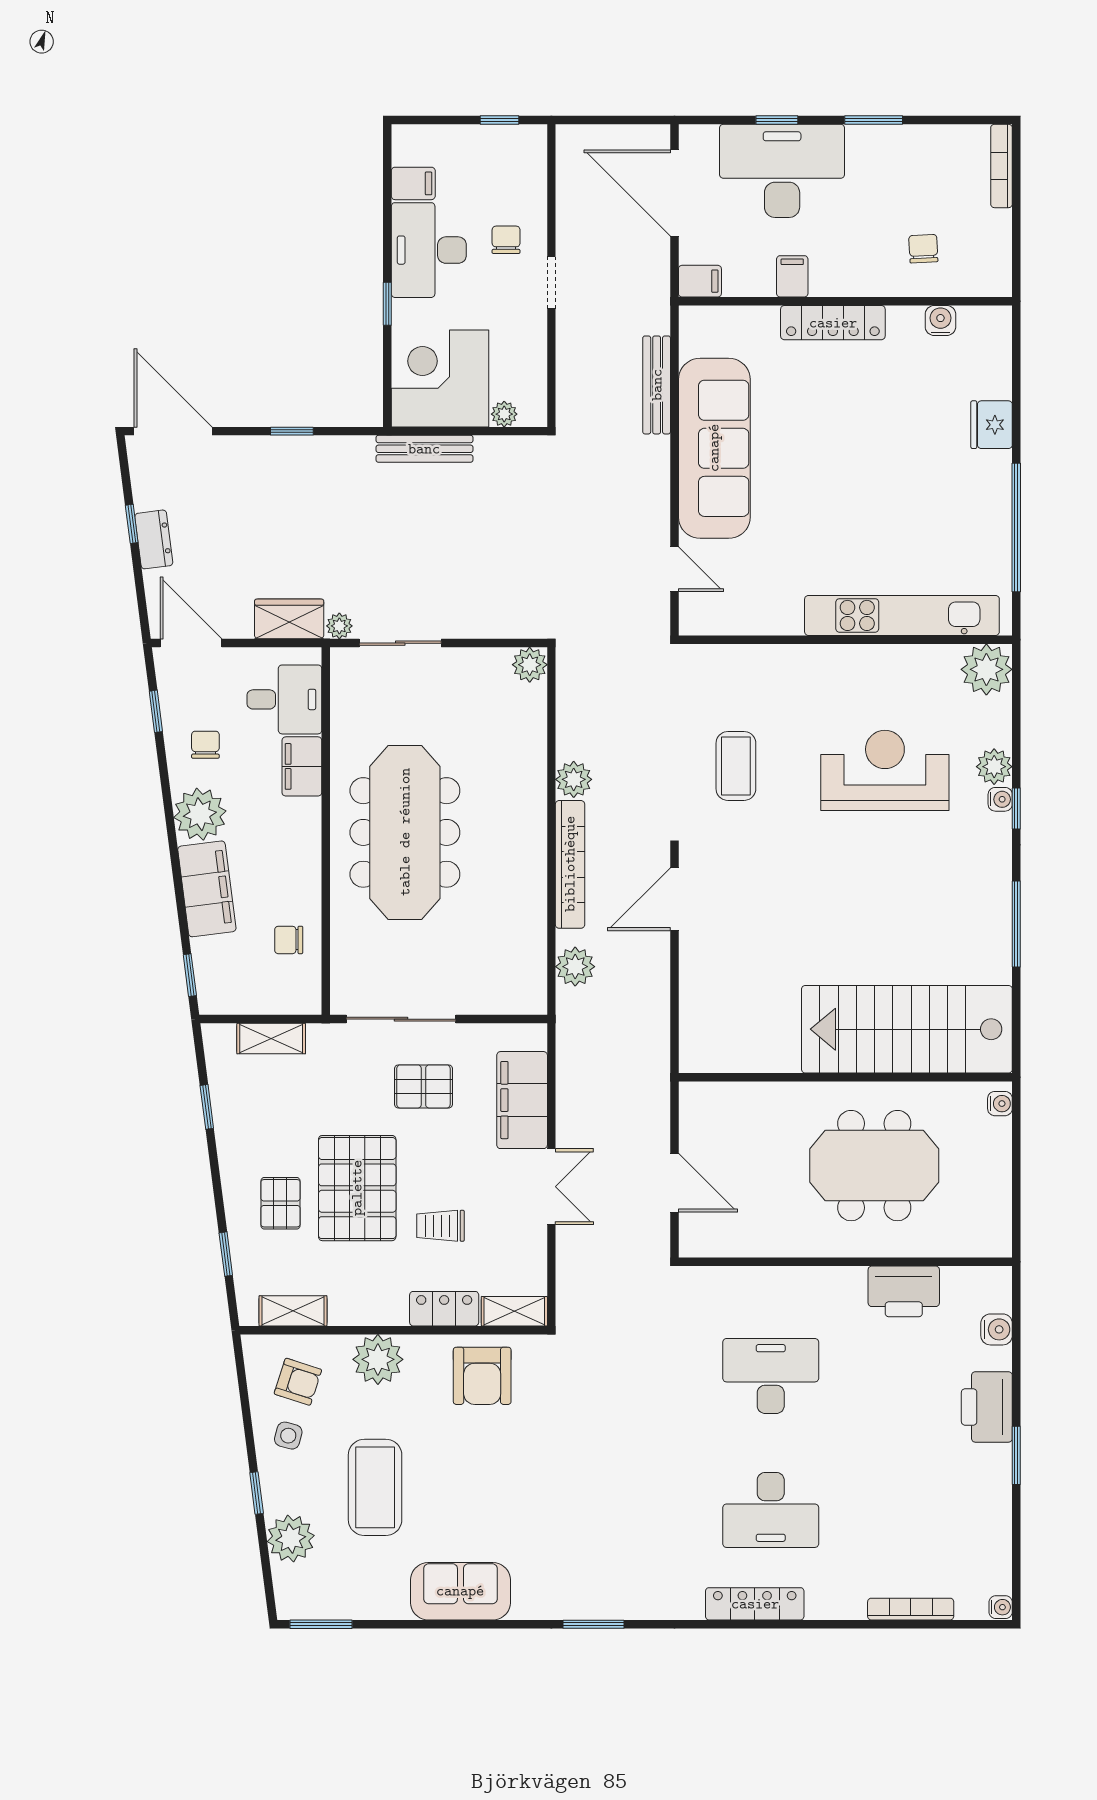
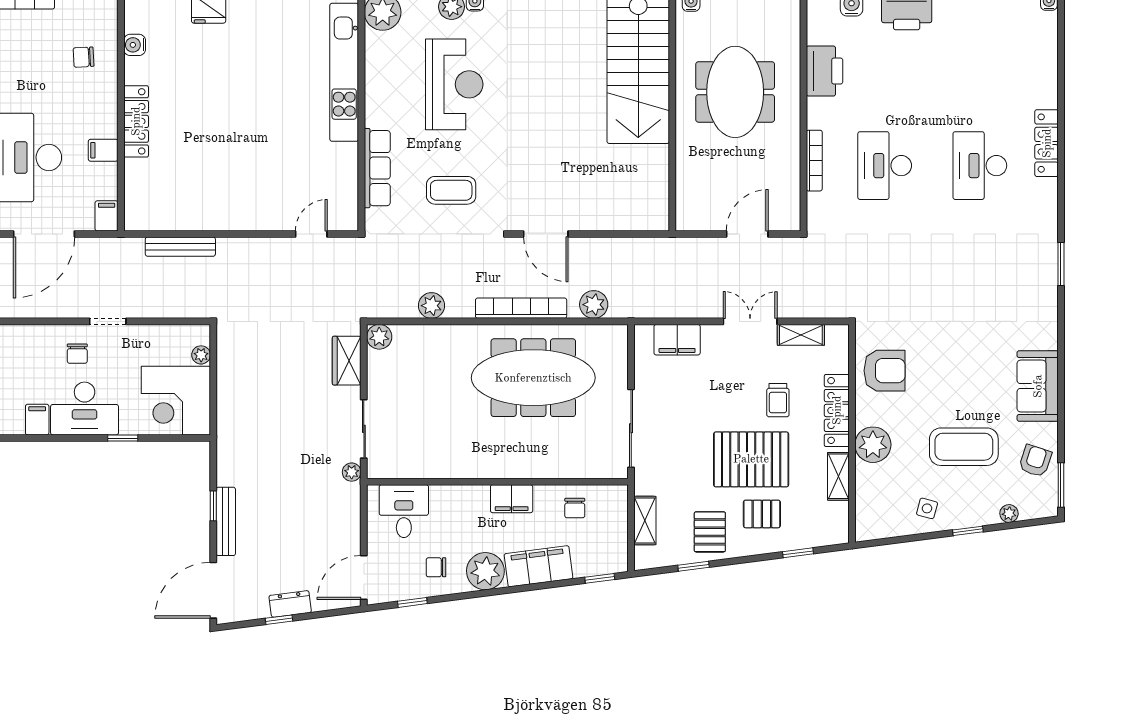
chair: (506, 240) -> (77, 354), turned -90
sofa: (714, 448) -> (225, 206), removed
bench: (424, 449) -> (226, 521), moved
wardrobe: (289, 619) -> (347, 361), moved
row of seats: (767, 662) -> (377, 168), added
filing cabinet: (302, 766) -> (512, 499), moved
reception desk: (885, 770) -> (454, 84), turned 180
plant: (574, 779) -> (432, 306), moved
meeting table: (405, 832) -> (533, 378), moved
pallet: (423, 1086) -> (710, 532), moved
filing cabinet: (522, 1100) -> (677, 340), width x0.67, depth x0.86
locker: (444, 1309) -> (837, 410), width x1.53
shelving: (293, 1311) -> (838, 476), moved
shelving: (514, 1311) -> (801, 335), moved, turned 90
armchair: (298, 1382) -> (1035, 461), moved
desk: (771, 1510) -> (980, 166), turned 180
plant: (291, 1538) -> (1009, 514), width x0.53, depth x0.53
locker: (755, 1604) -> (1047, 143), moved
bookcase: (911, 1609) -> (814, 161), moved, turned 180
window: (593, 1624) -> (1061, 264), moved

